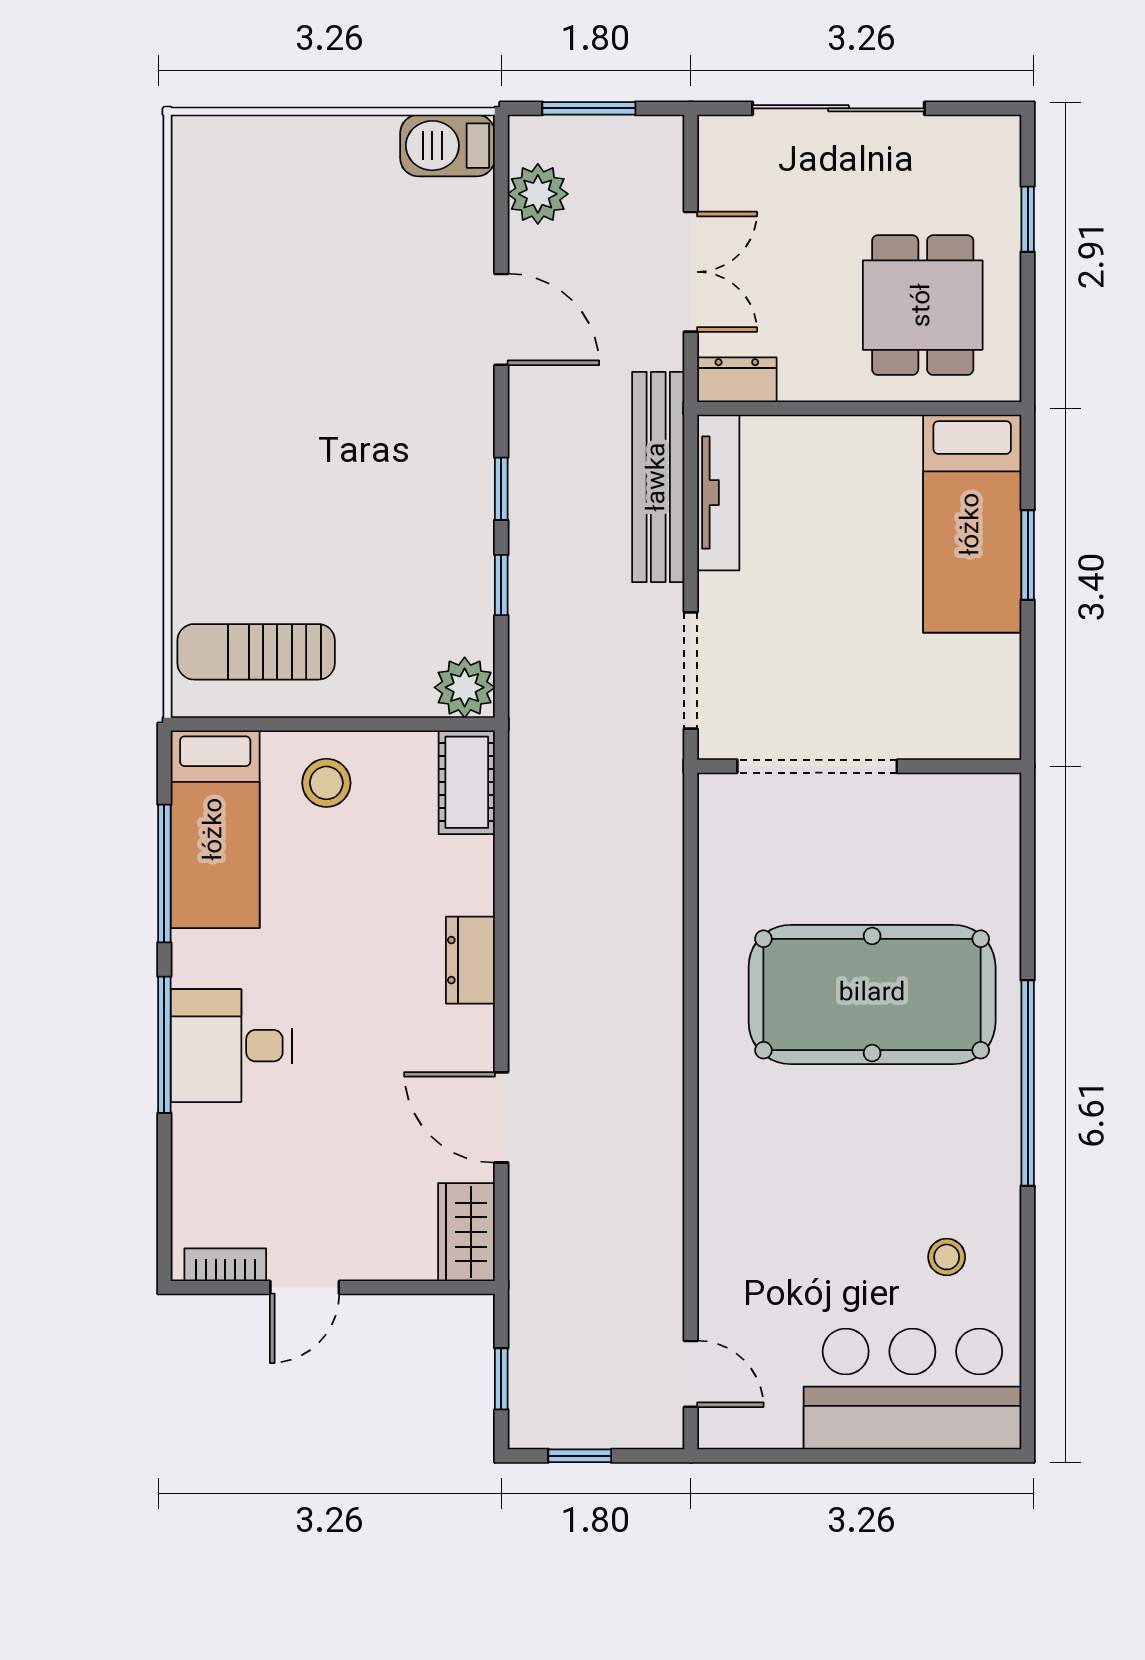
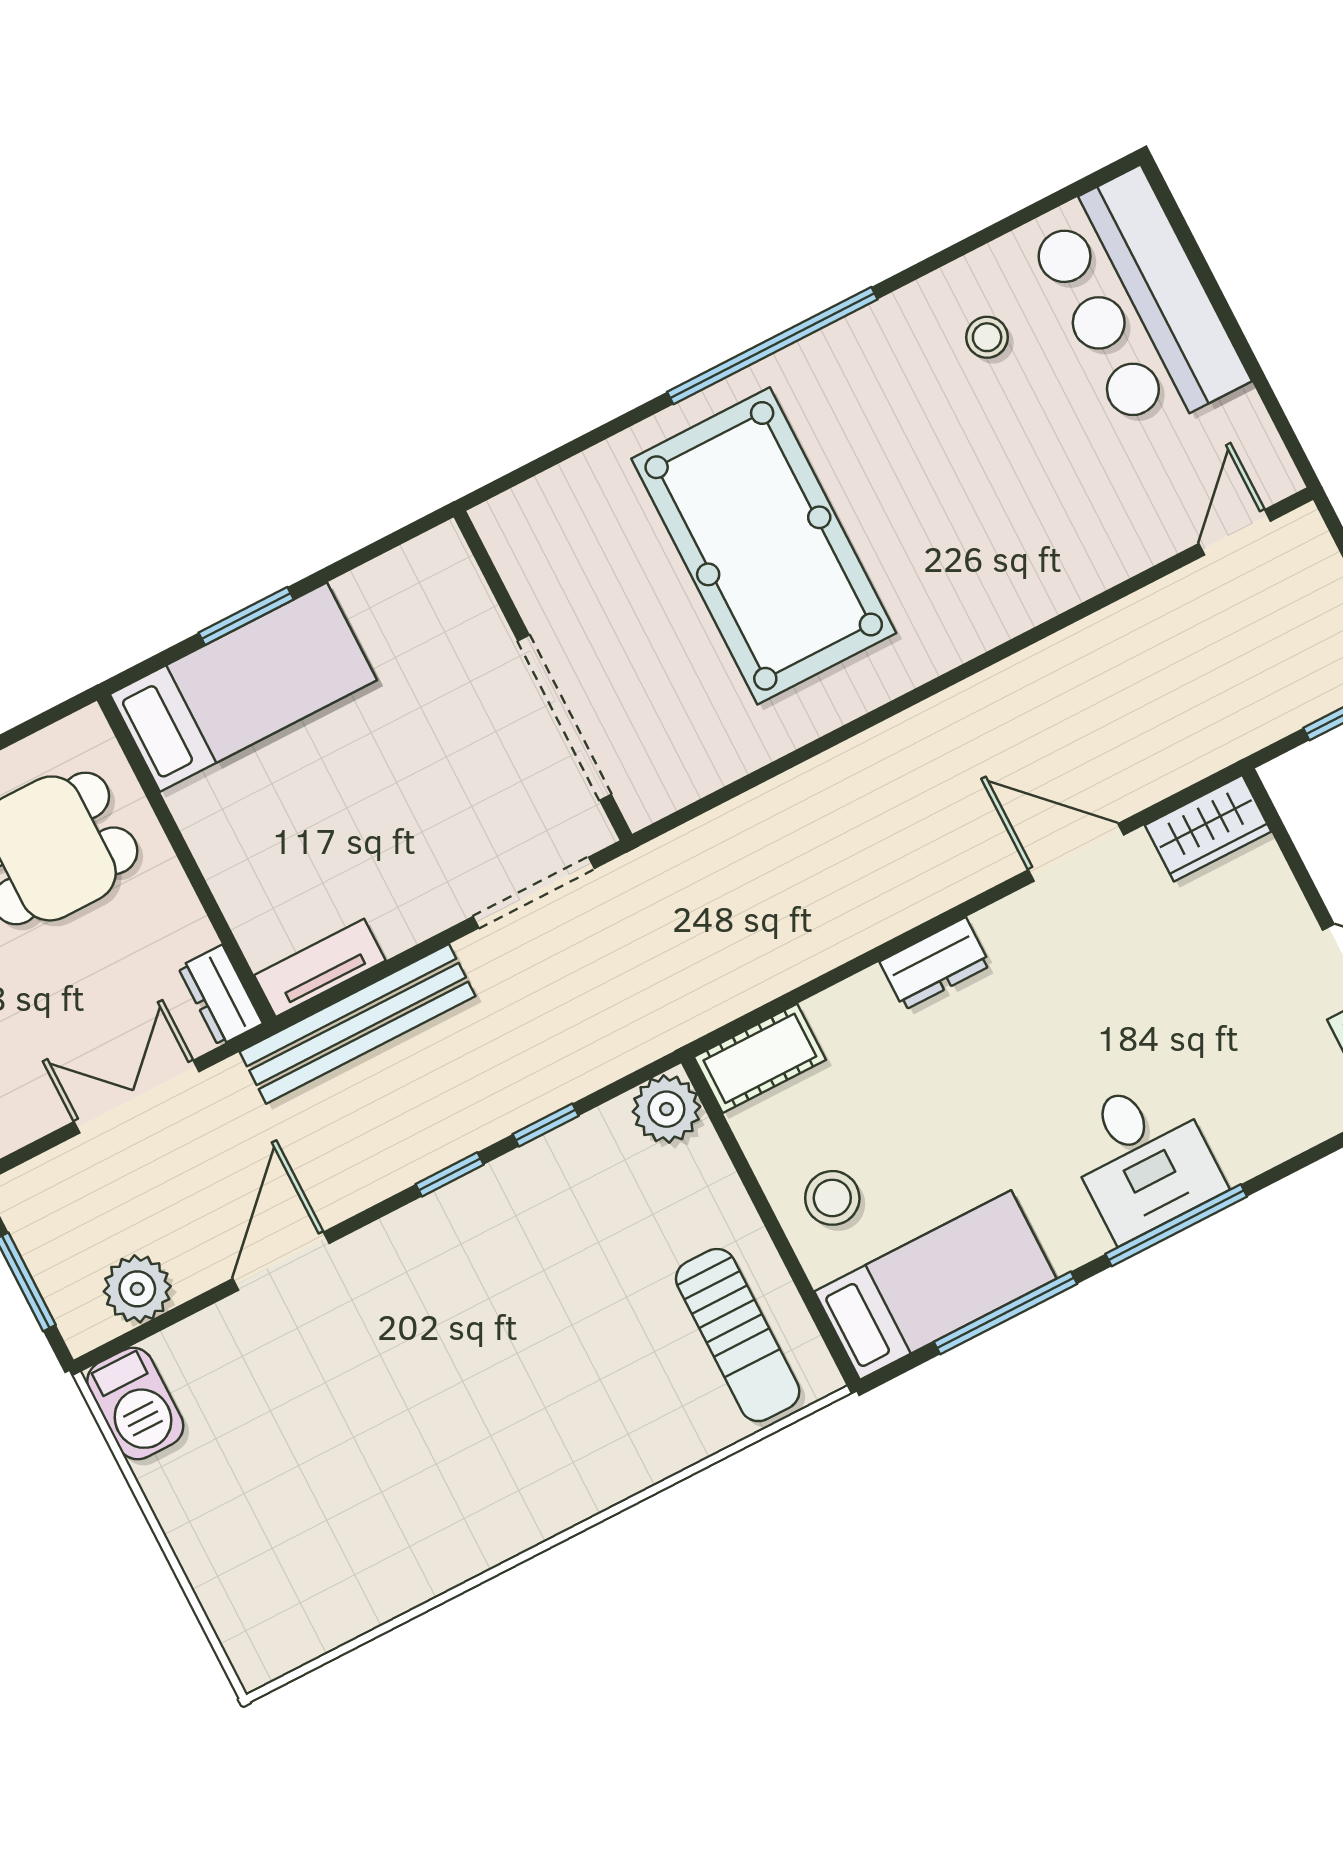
tv unit: (718, 493) -> (320, 968), width x0.71
door: (501, 1117) -> (1076, 852), swing flipped

